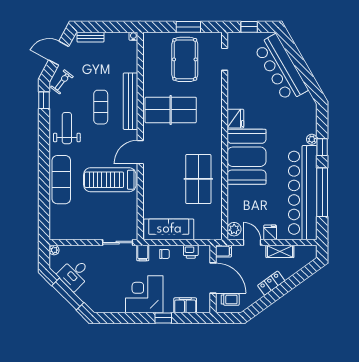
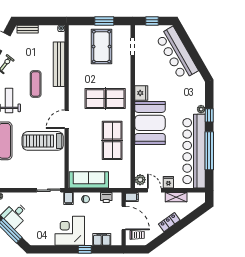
bench: (131, 101) -> (59, 64), moved
table tennis table: (171, 110) -> (105, 99), moved

